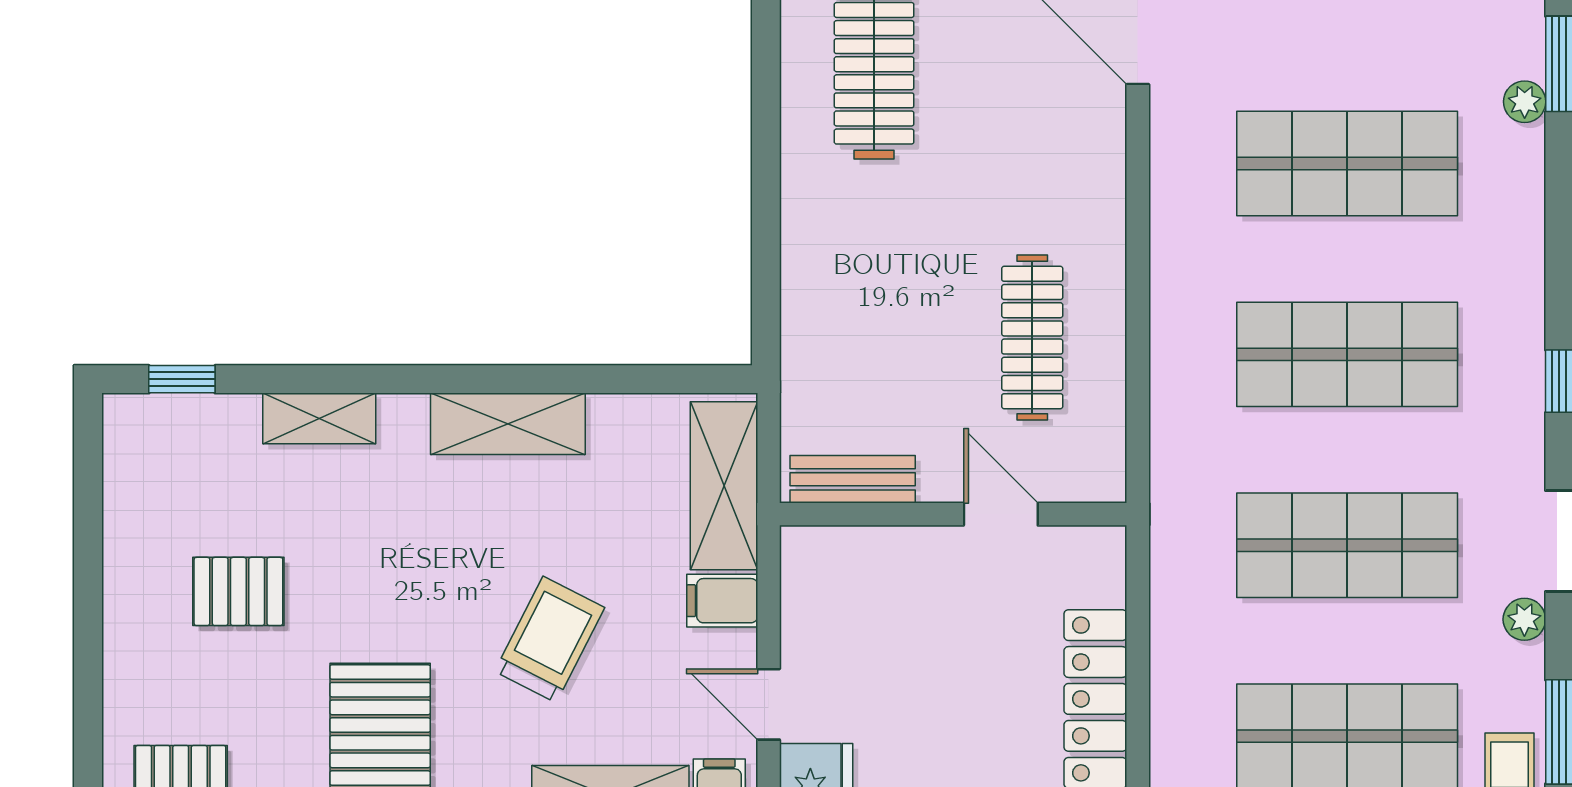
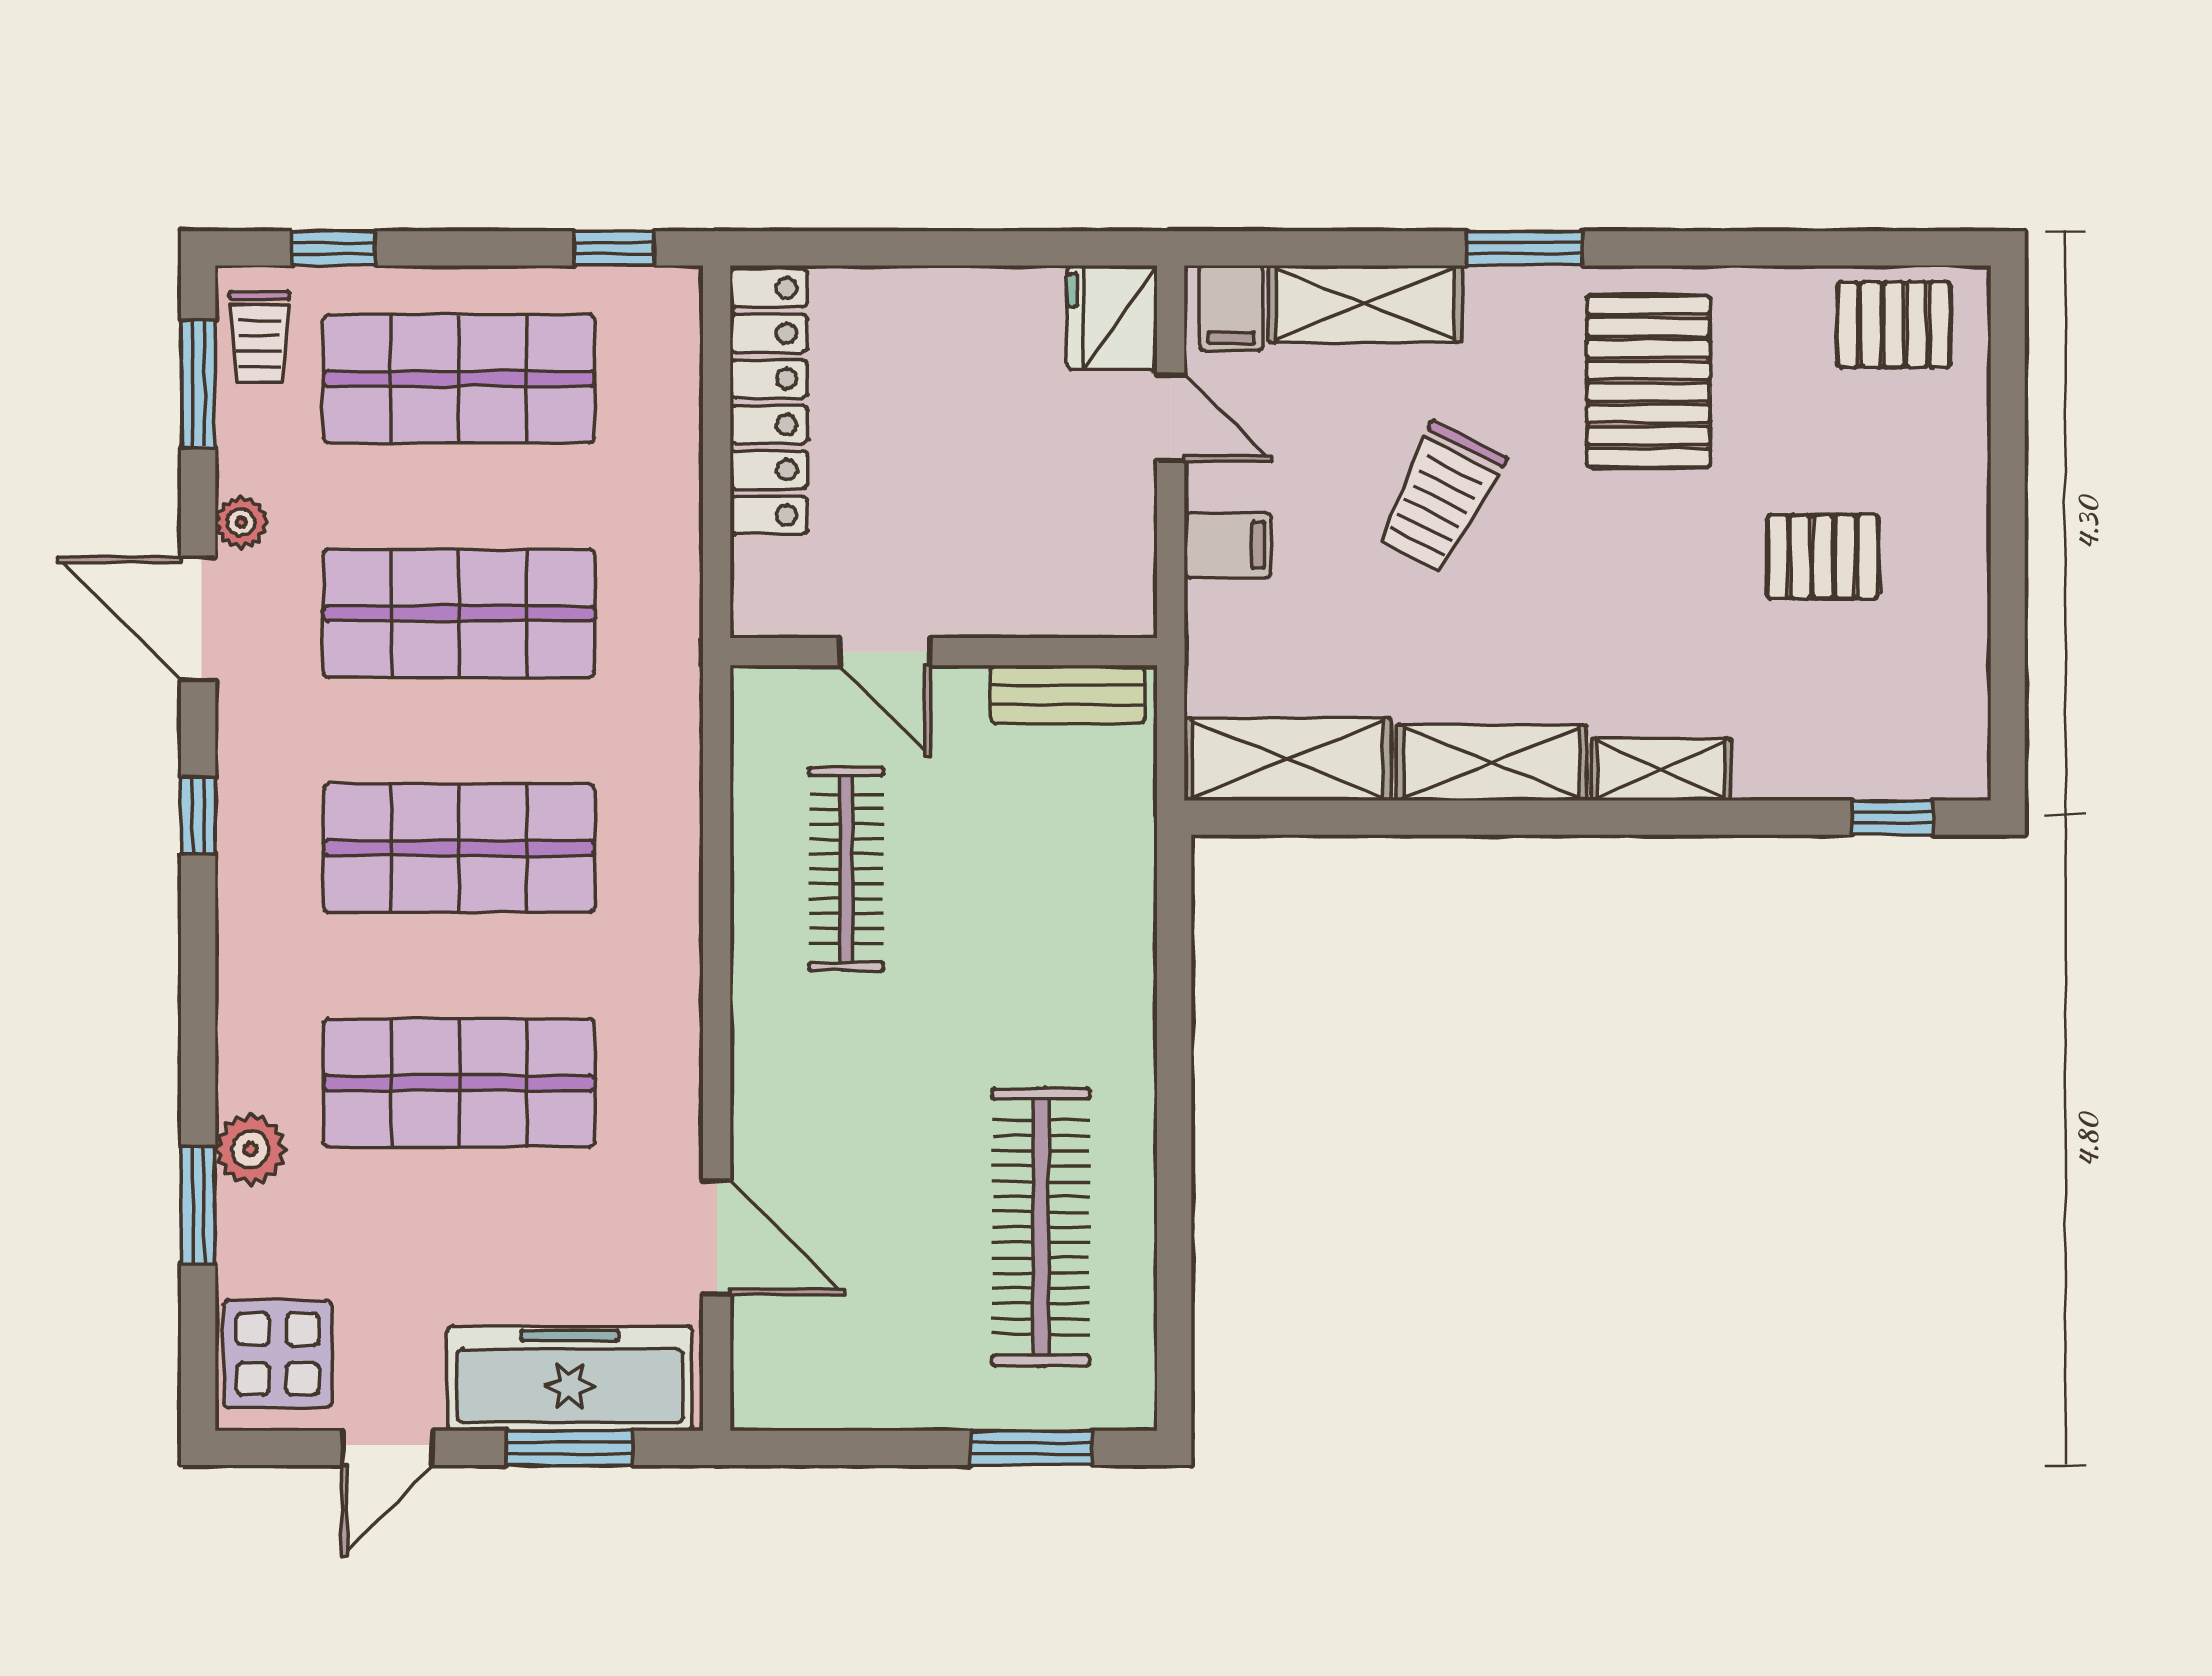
plant: (1525, 102) -> (250, 1149), width x1.38, depth x1.38
shelving: (319, 418) -> (1661, 769), moved
shelving: (724, 486) -> (1288, 759), moved, turned 90

